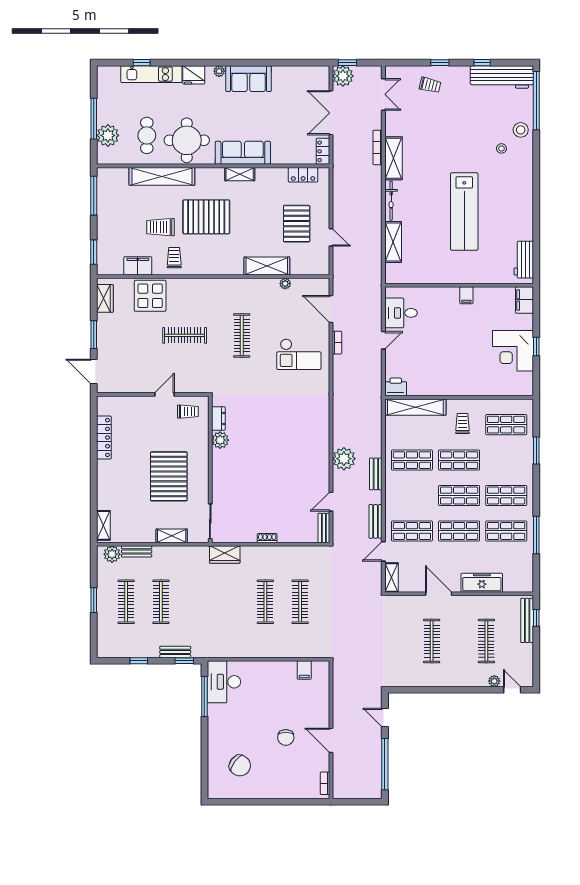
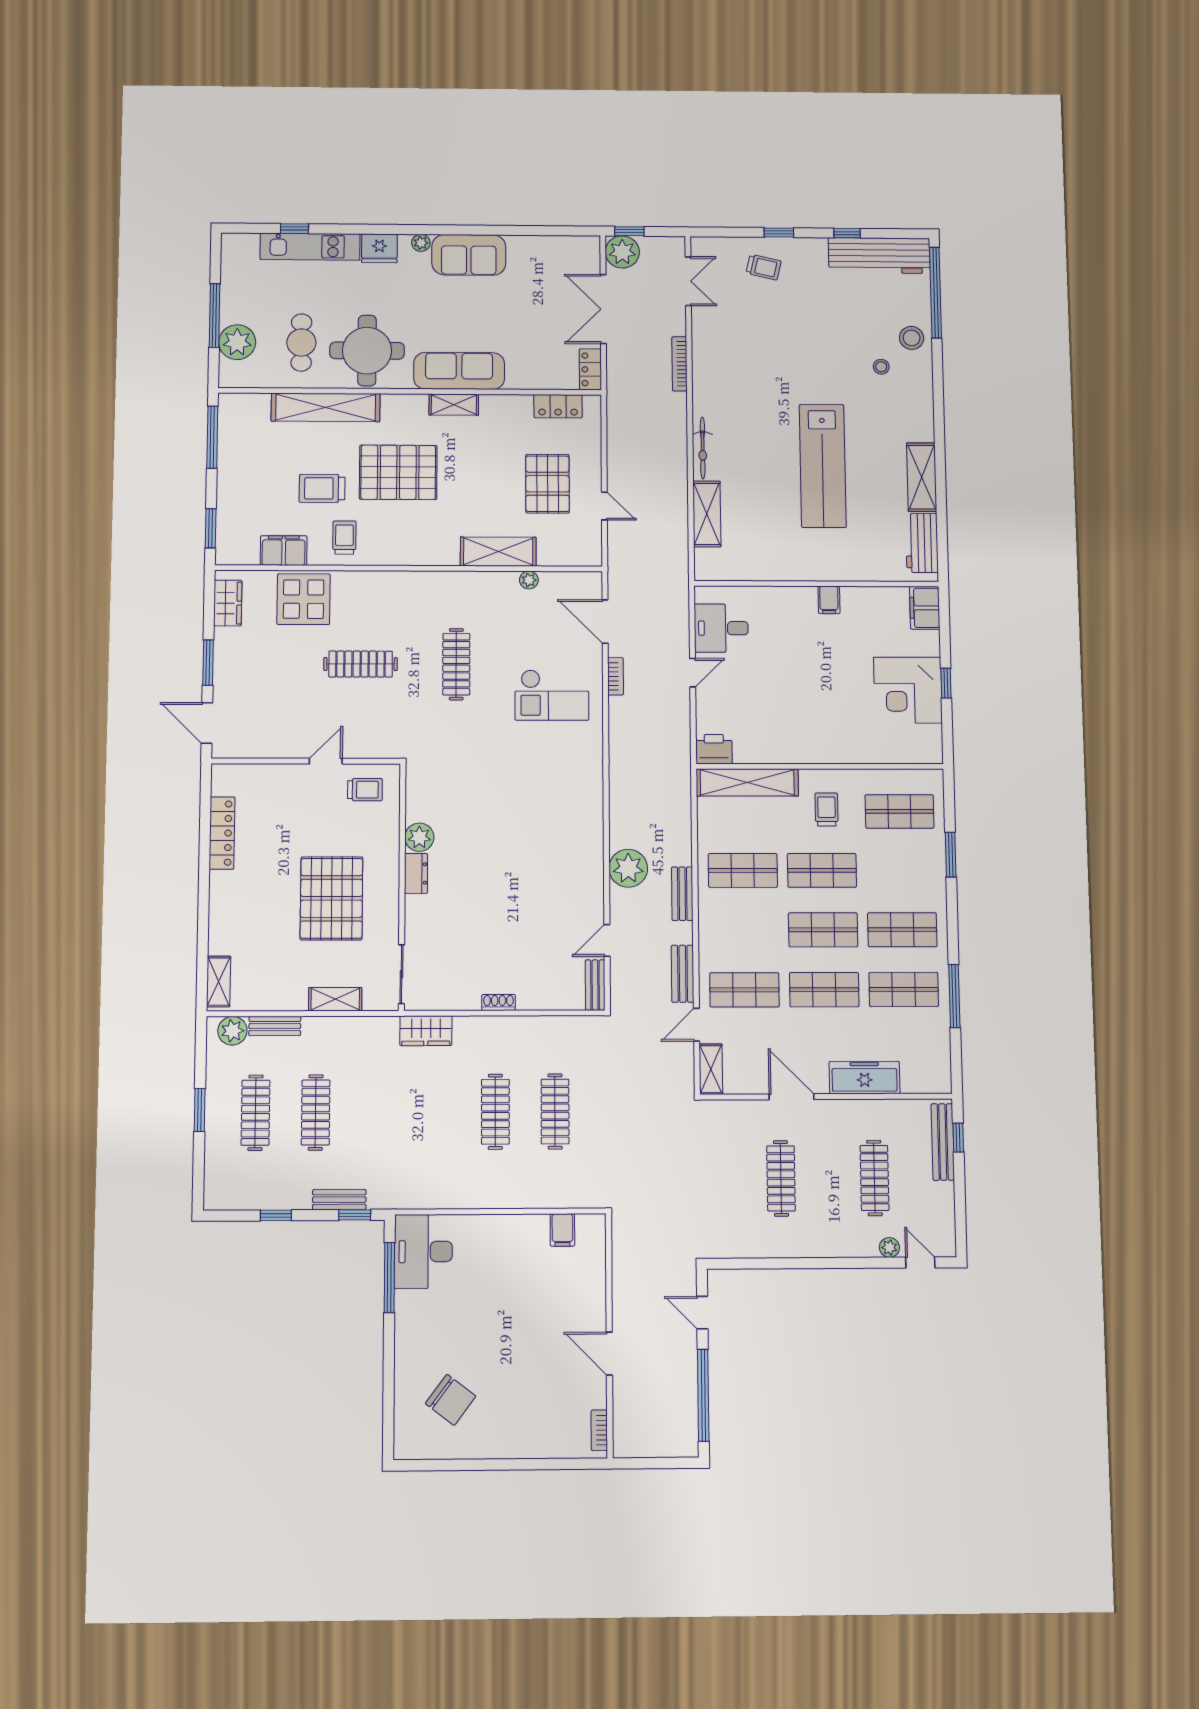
shelving: (394, 158) -> (922, 477), moved
dresser: (218, 418) -> (416, 873), moved
chair: (286, 737) -> (531, 1349), removed

